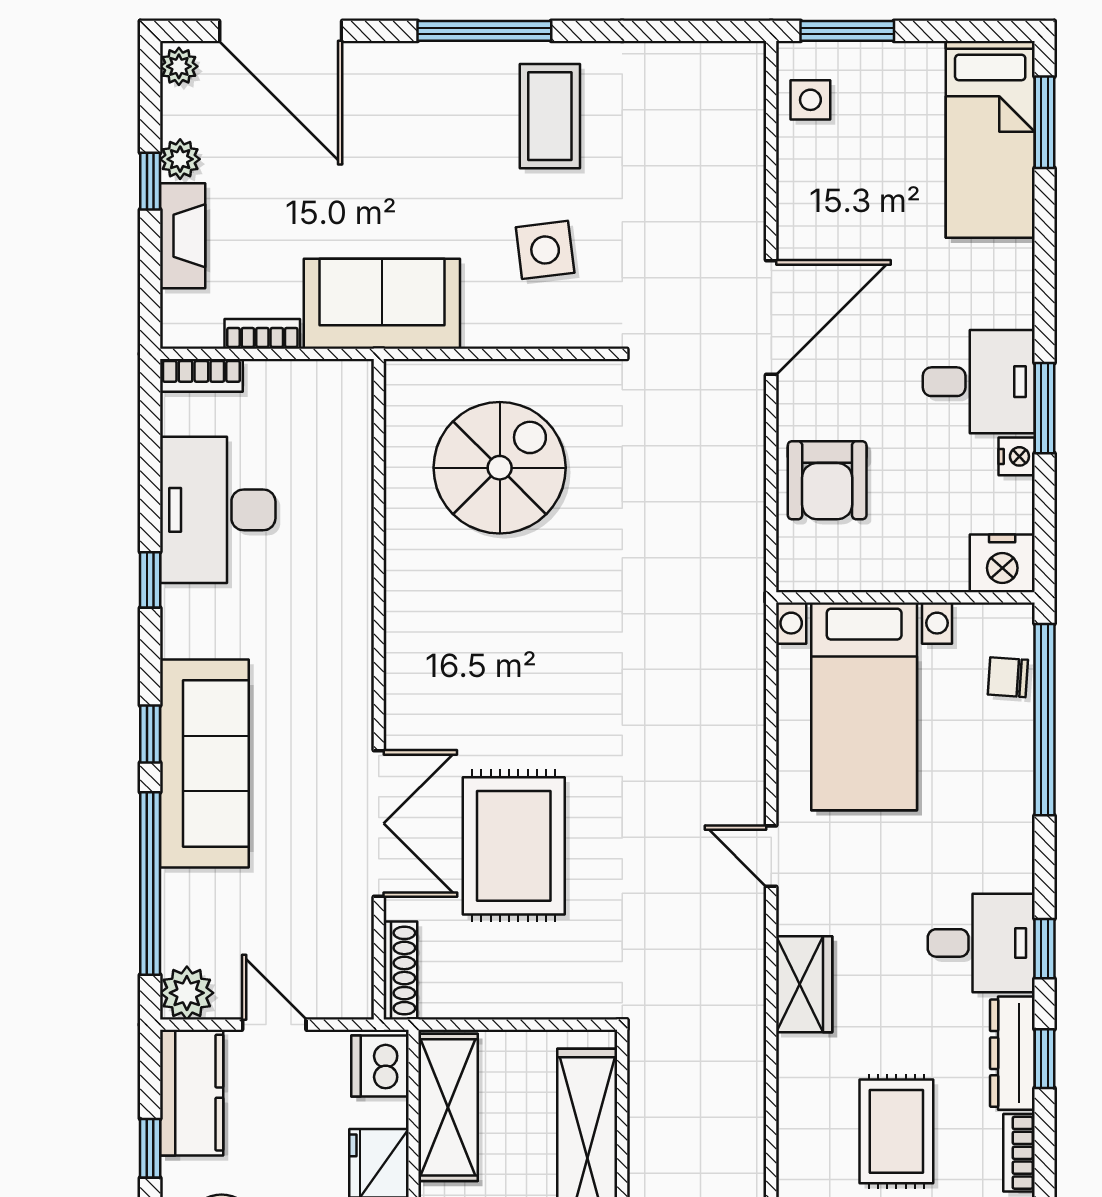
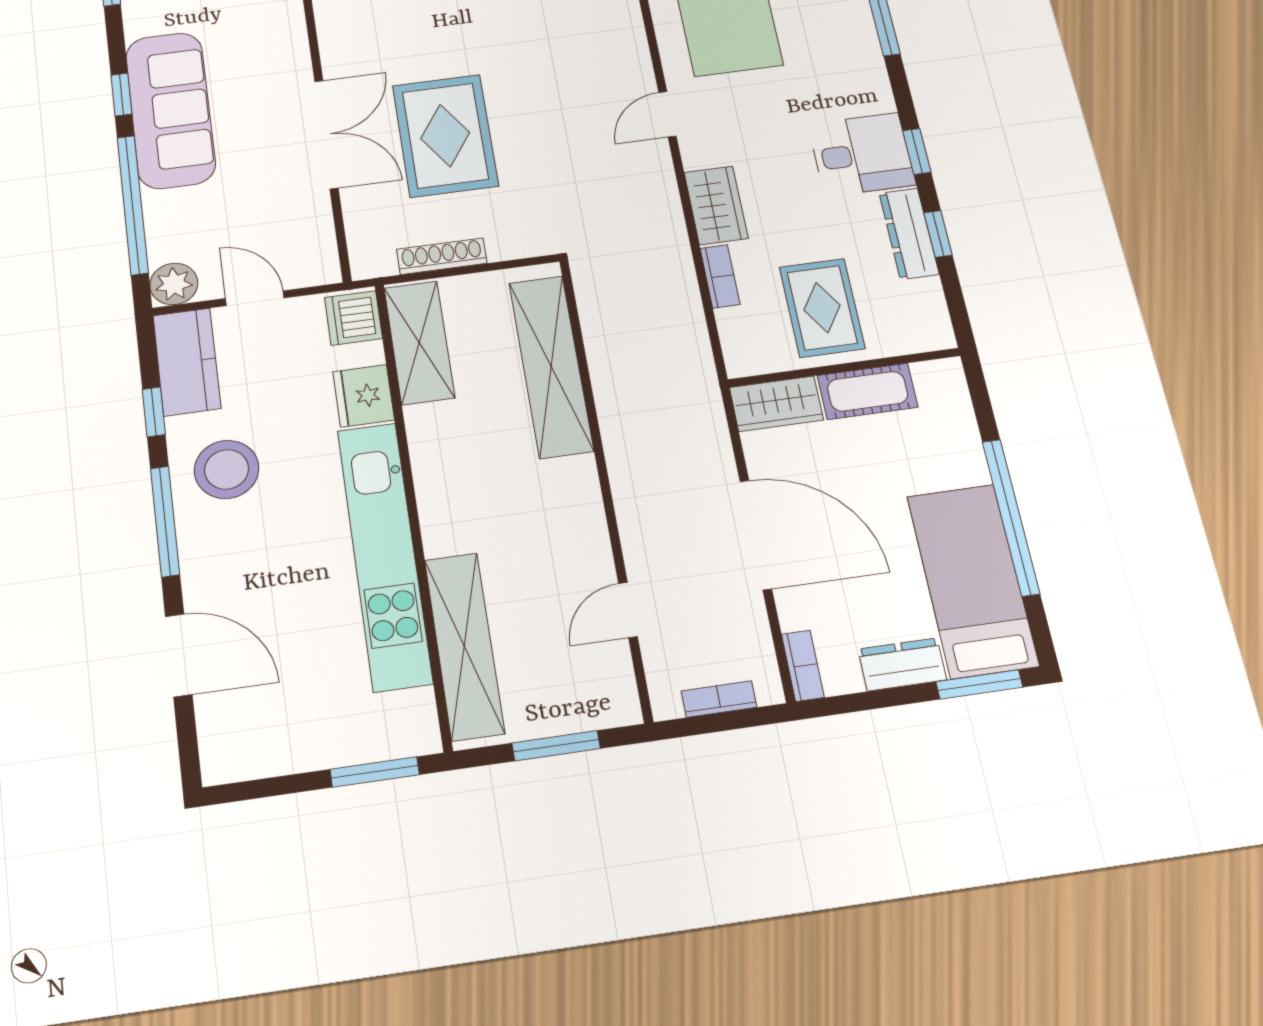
door: (771, 856) -> (667, 114), hinge flipped
shoe rack: (400, 971) -> (442, 256), moved, turned -90
bookcase: (1019, 1153) -> (720, 276), moved, turned 180

